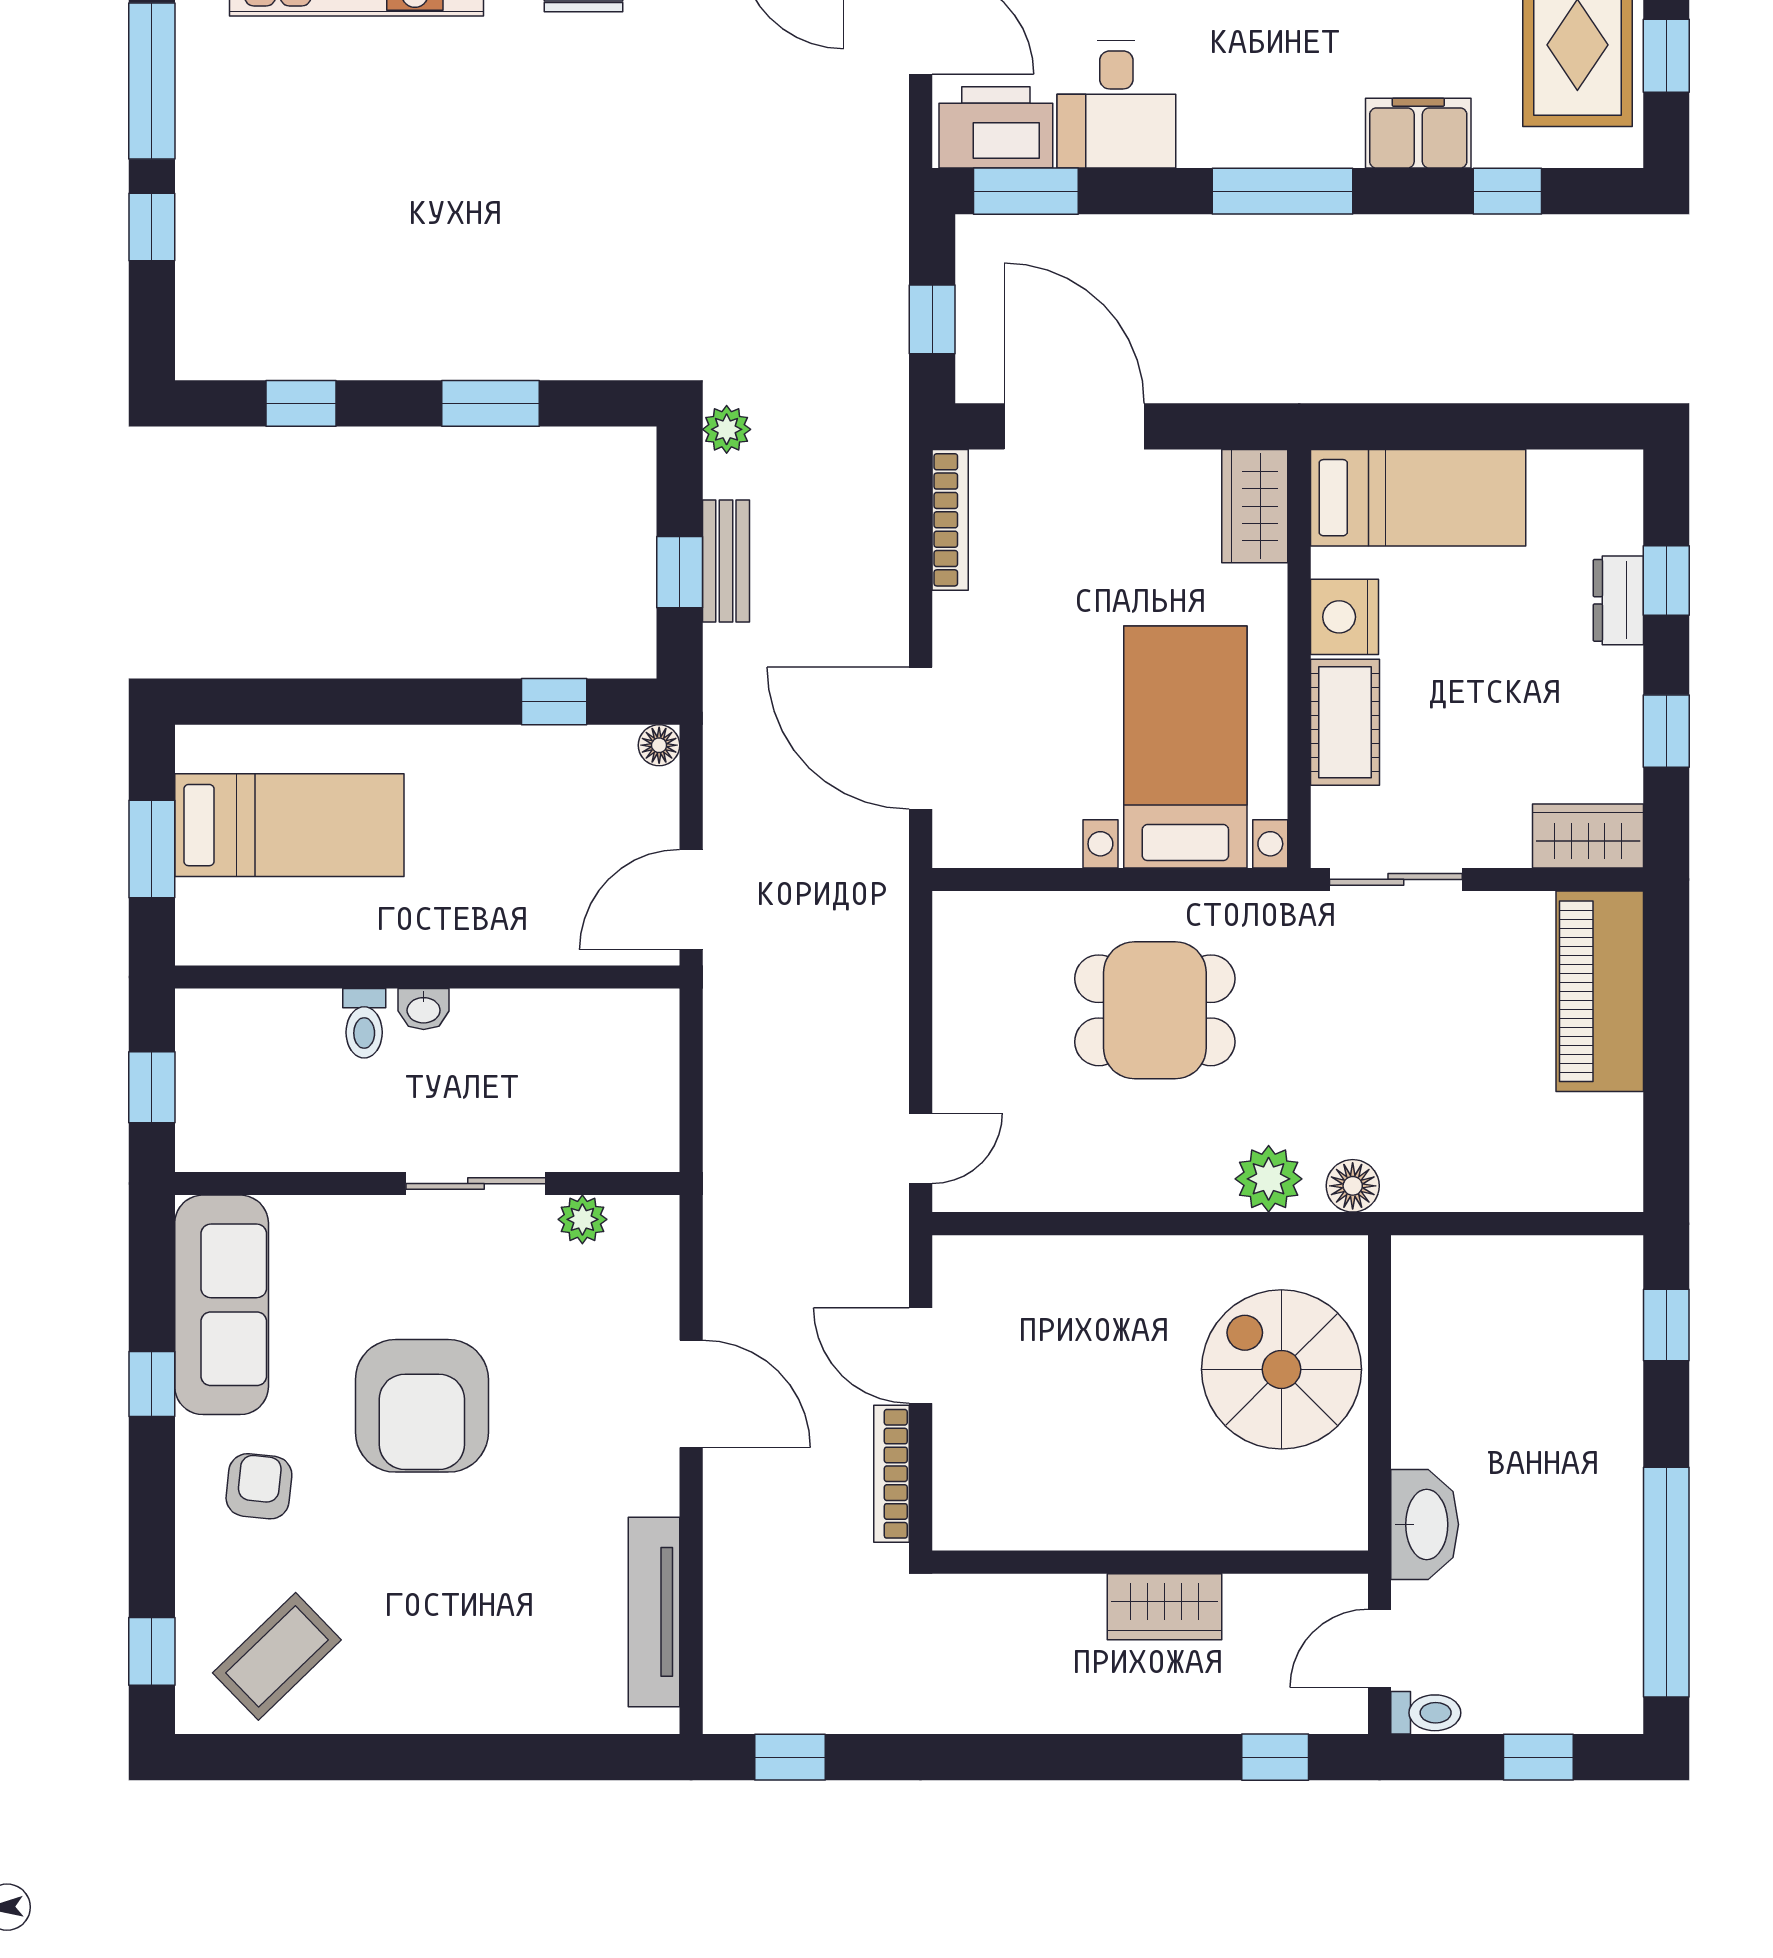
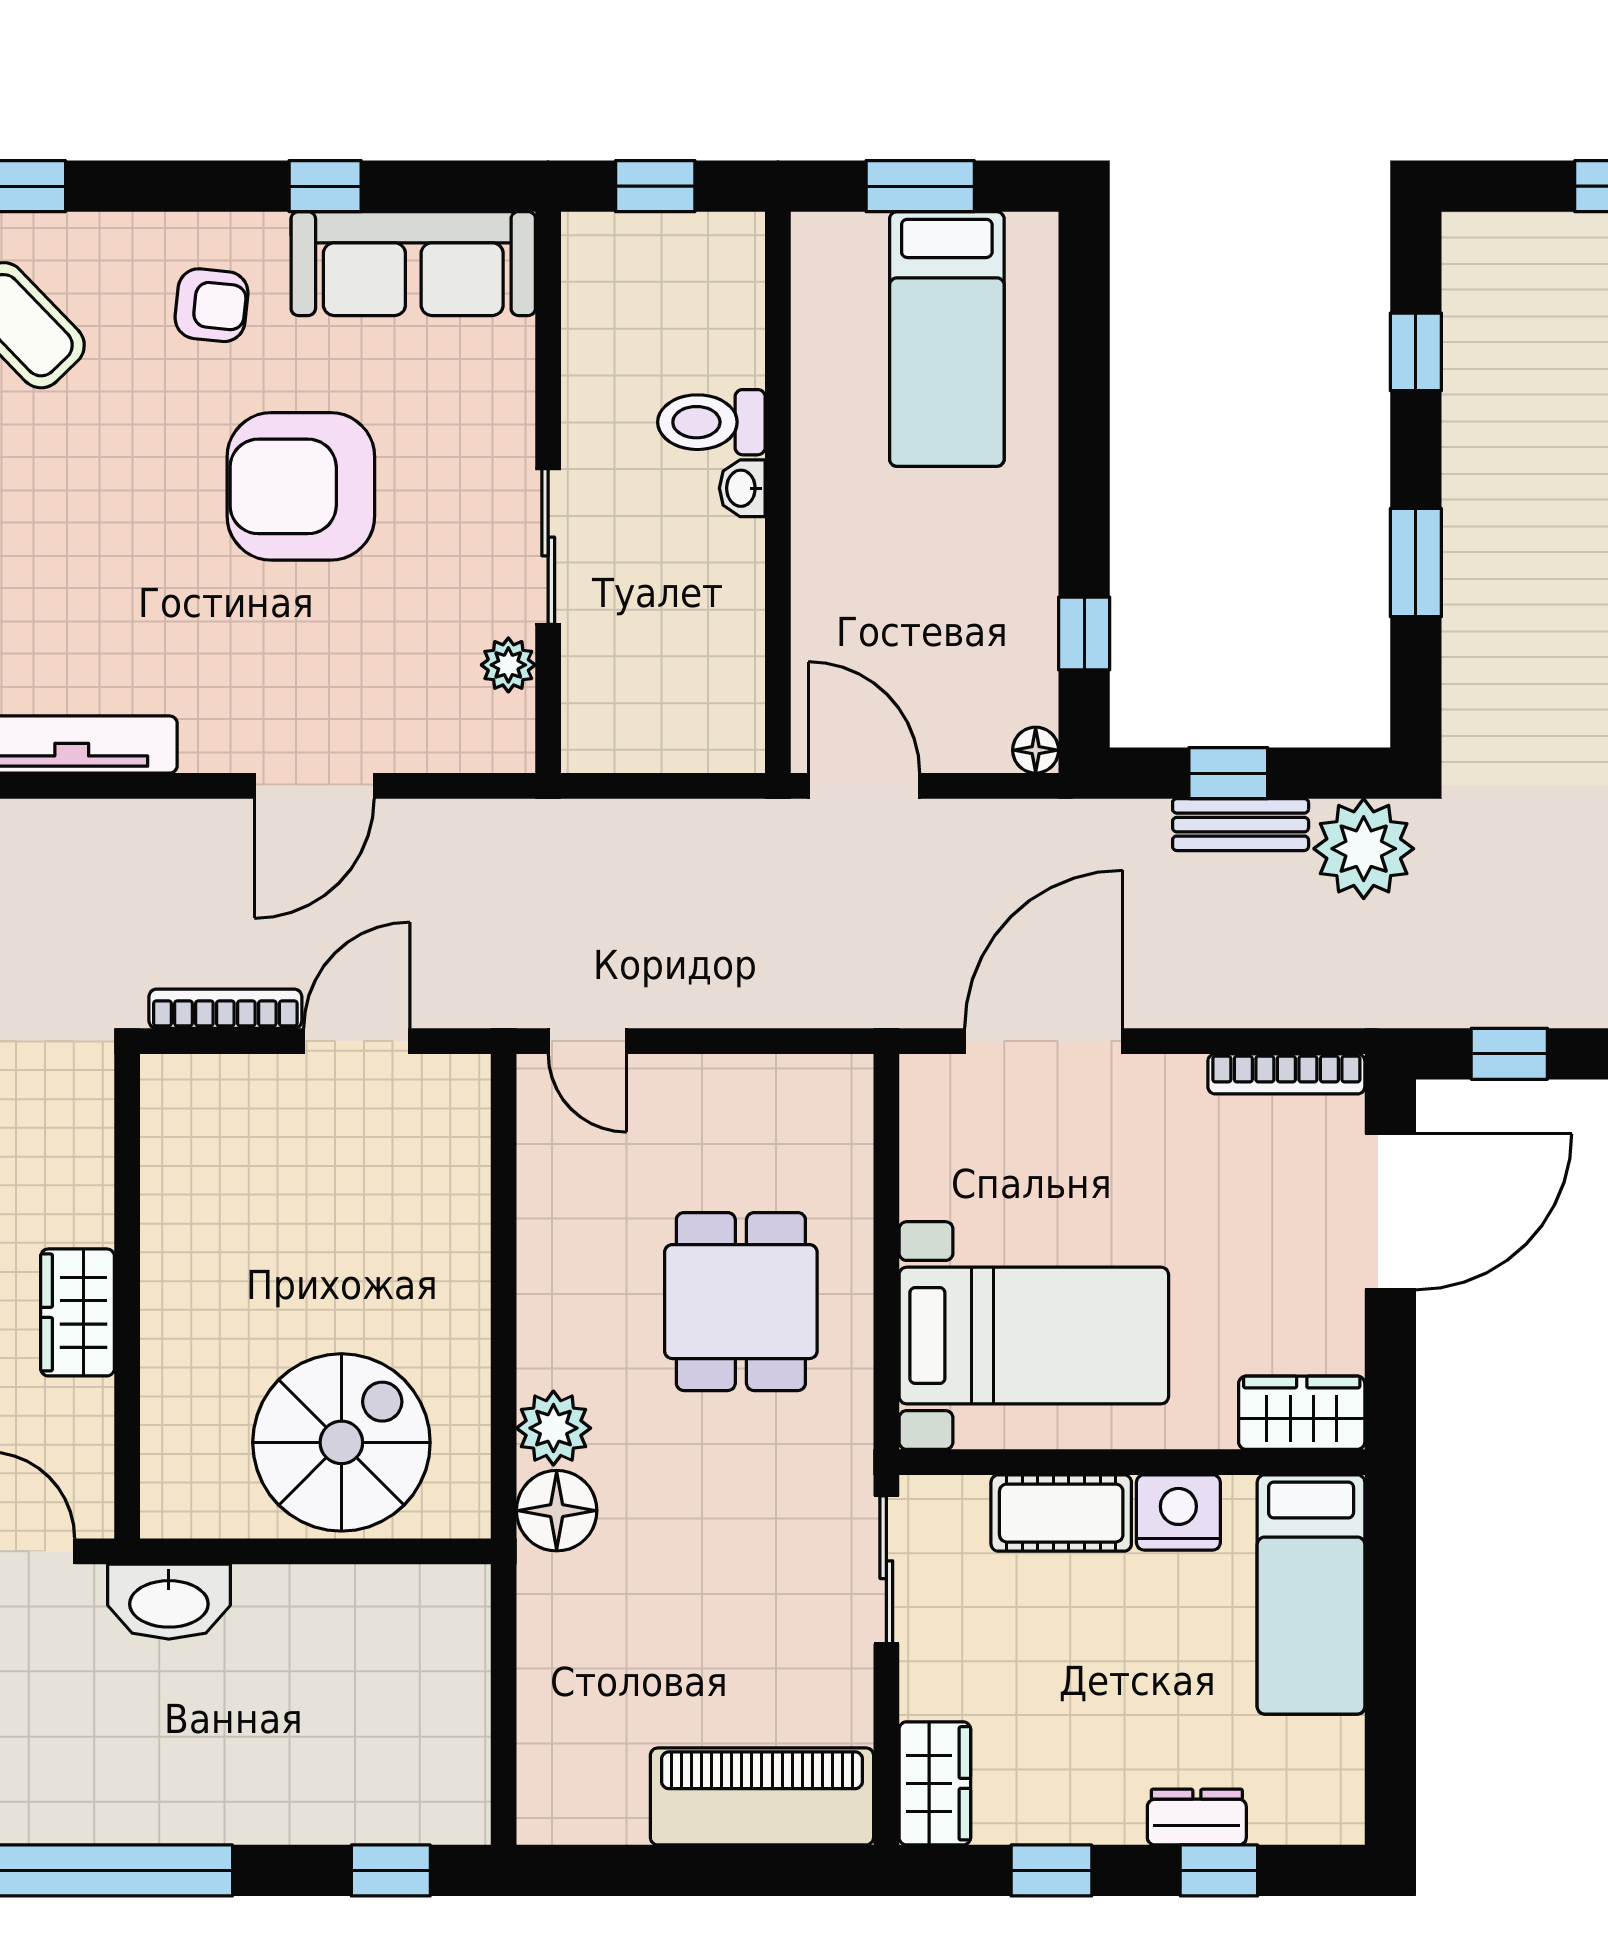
plant: (727, 429) -> (1364, 849), width x1.87, depth x1.87
toilet: (364, 1023) -> (711, 422), width x1.37, depth x1.39
floor lamp: (1353, 1186) -> (557, 1511), width x1.38, depth x1.38

